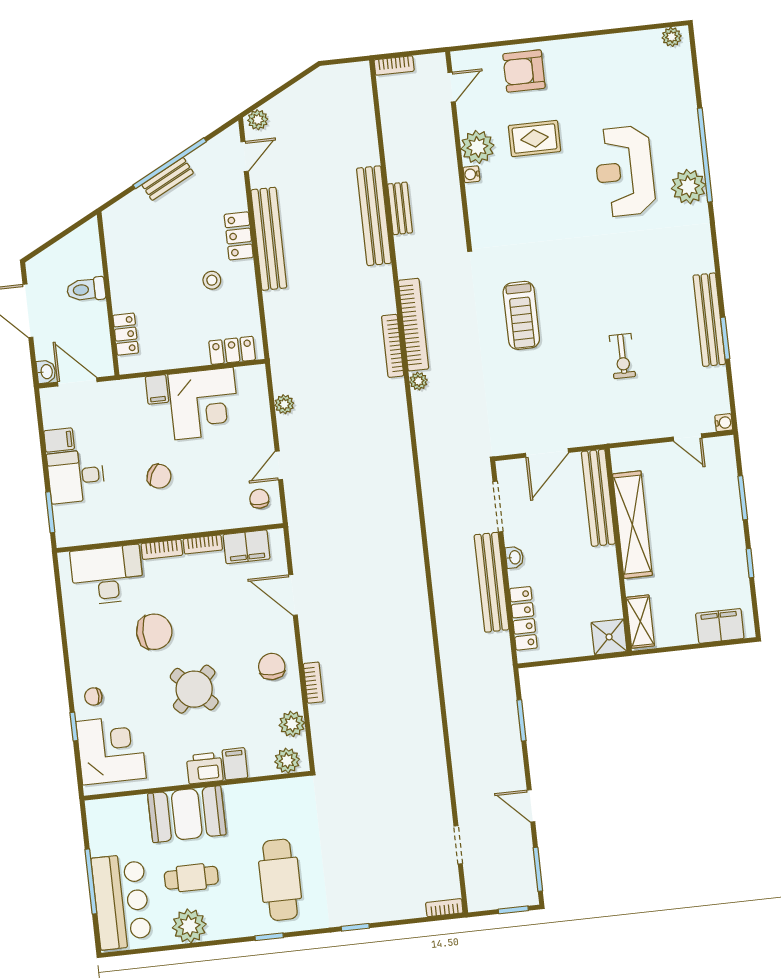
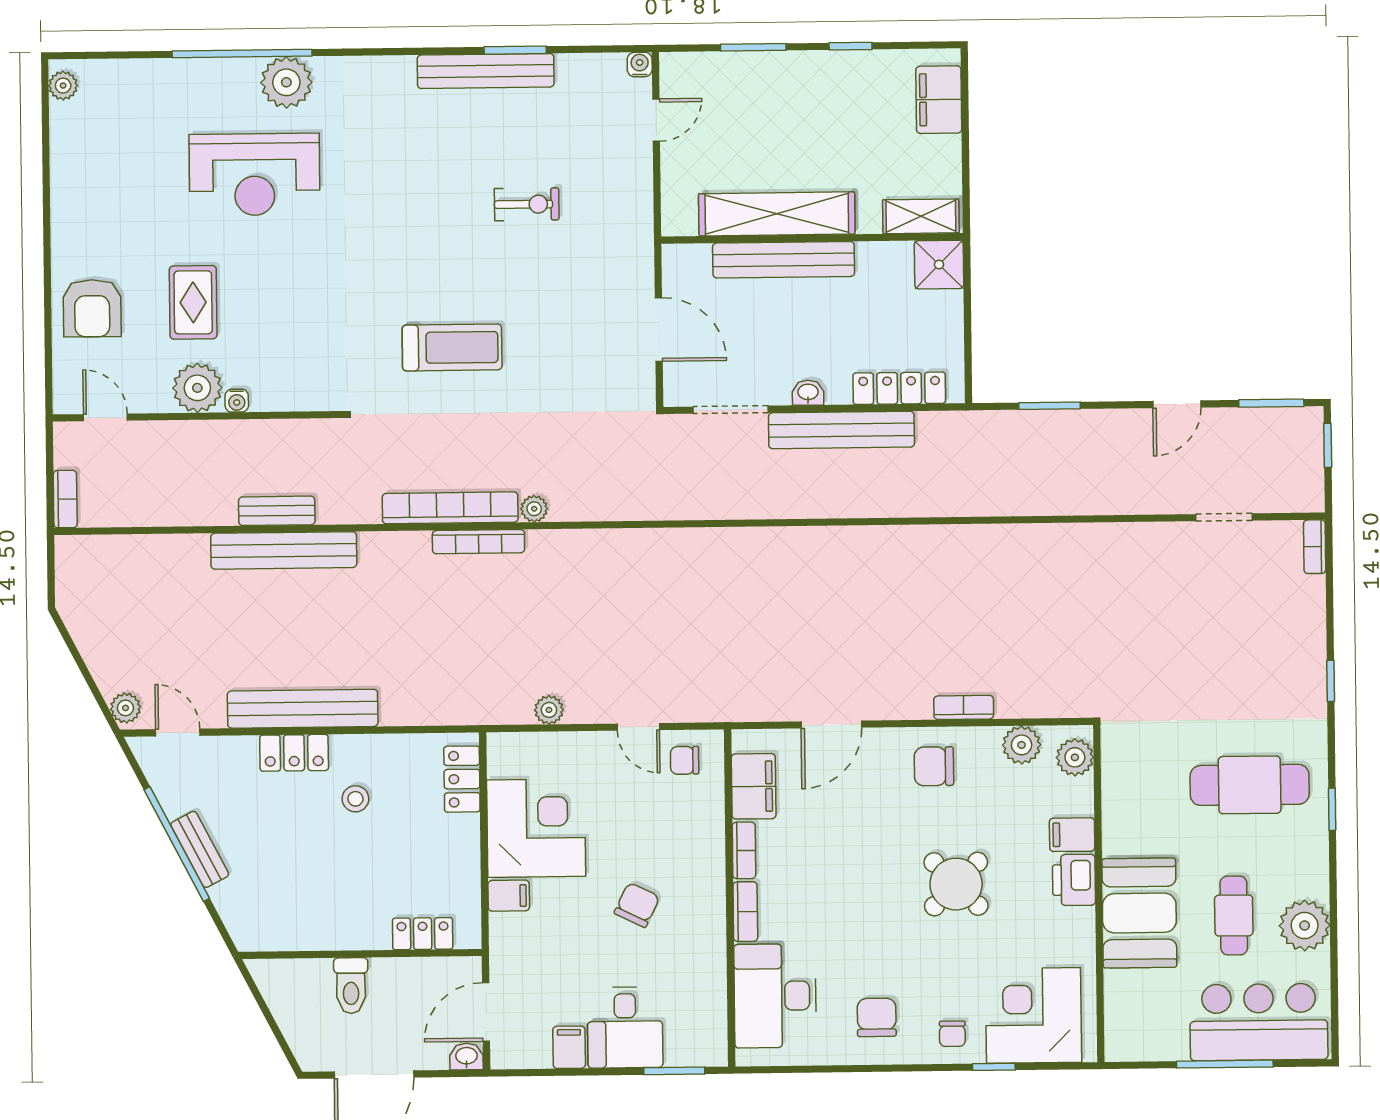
bench: (598, 498) -> (784, 260), moved
chair: (154, 632) -> (877, 1017), moved, width x0.73, depth x0.73

